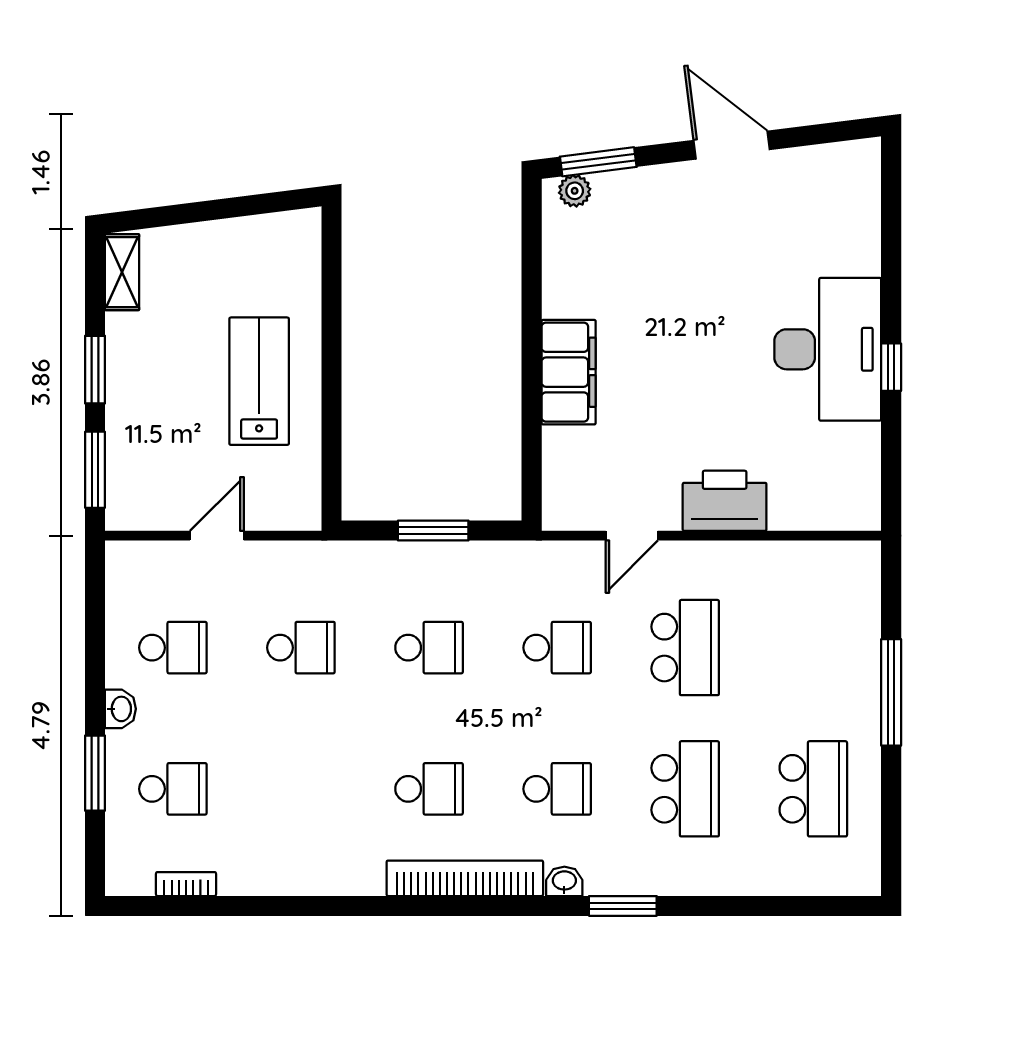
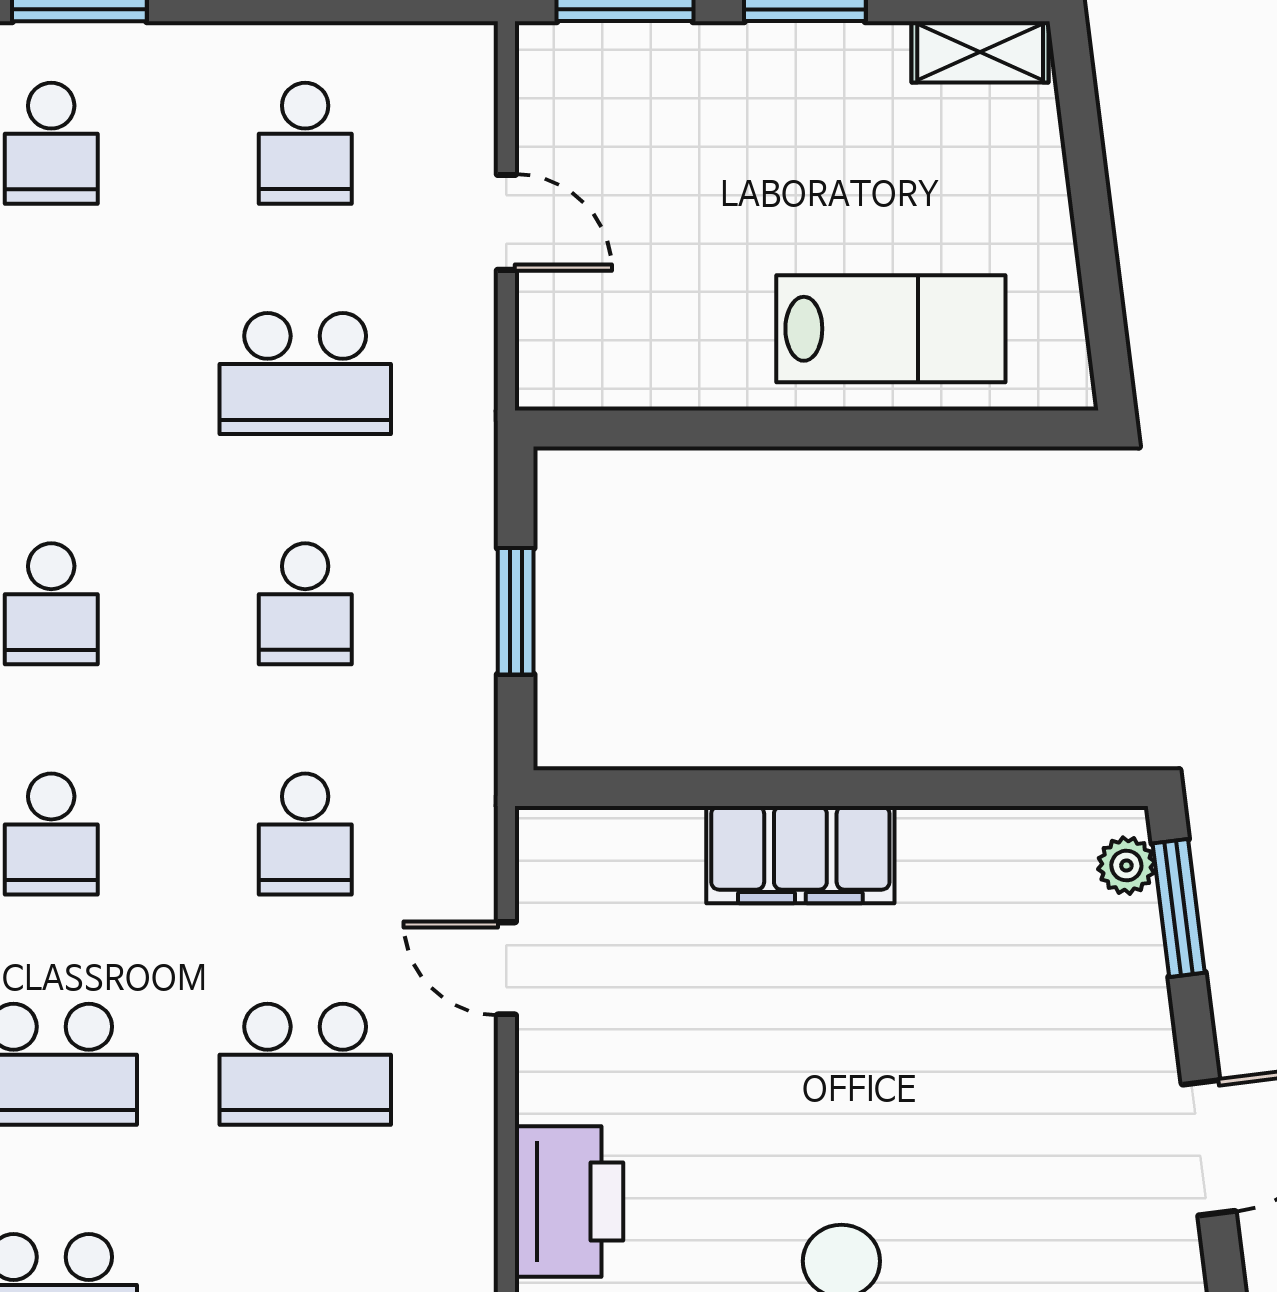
lab bench: (259, 381) -> (891, 329), moved
printer: (725, 501) -> (569, 1201), moved
school desk: (301, 648) -> (305, 374), width x1.85
washbasin: (120, 709) -> (195, 49), removed

